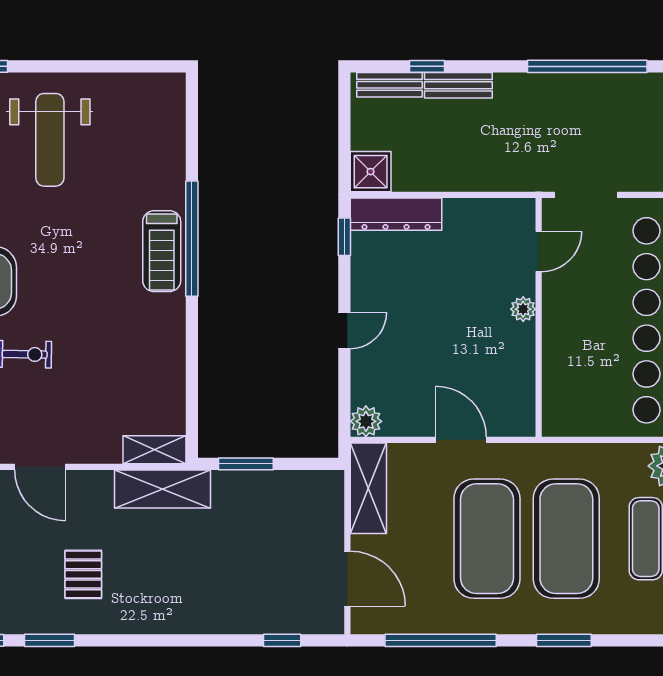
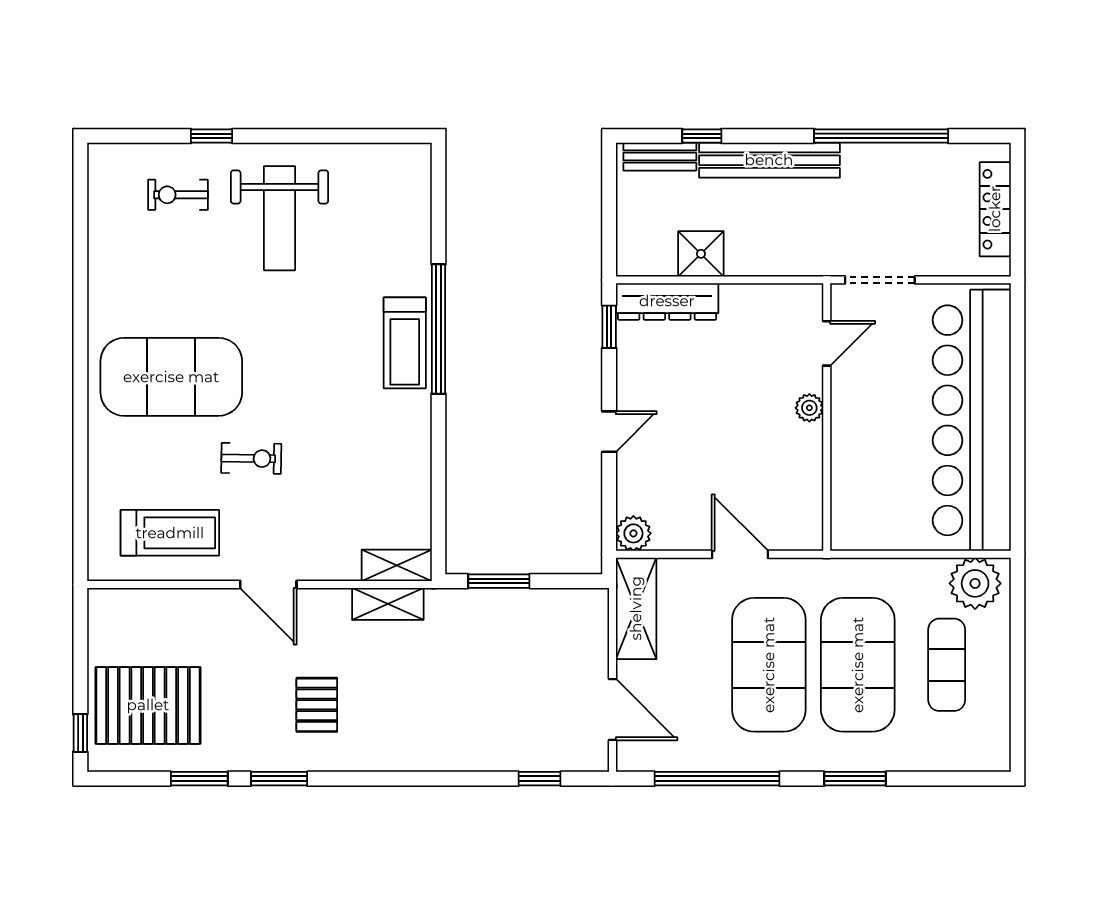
bench: (458, 85) -> (769, 160), width x1.86, depth x1.21
shower: (371, 172) -> (701, 254), moved
shelving: (163, 489) -> (388, 604), width x0.67, depth x0.75

